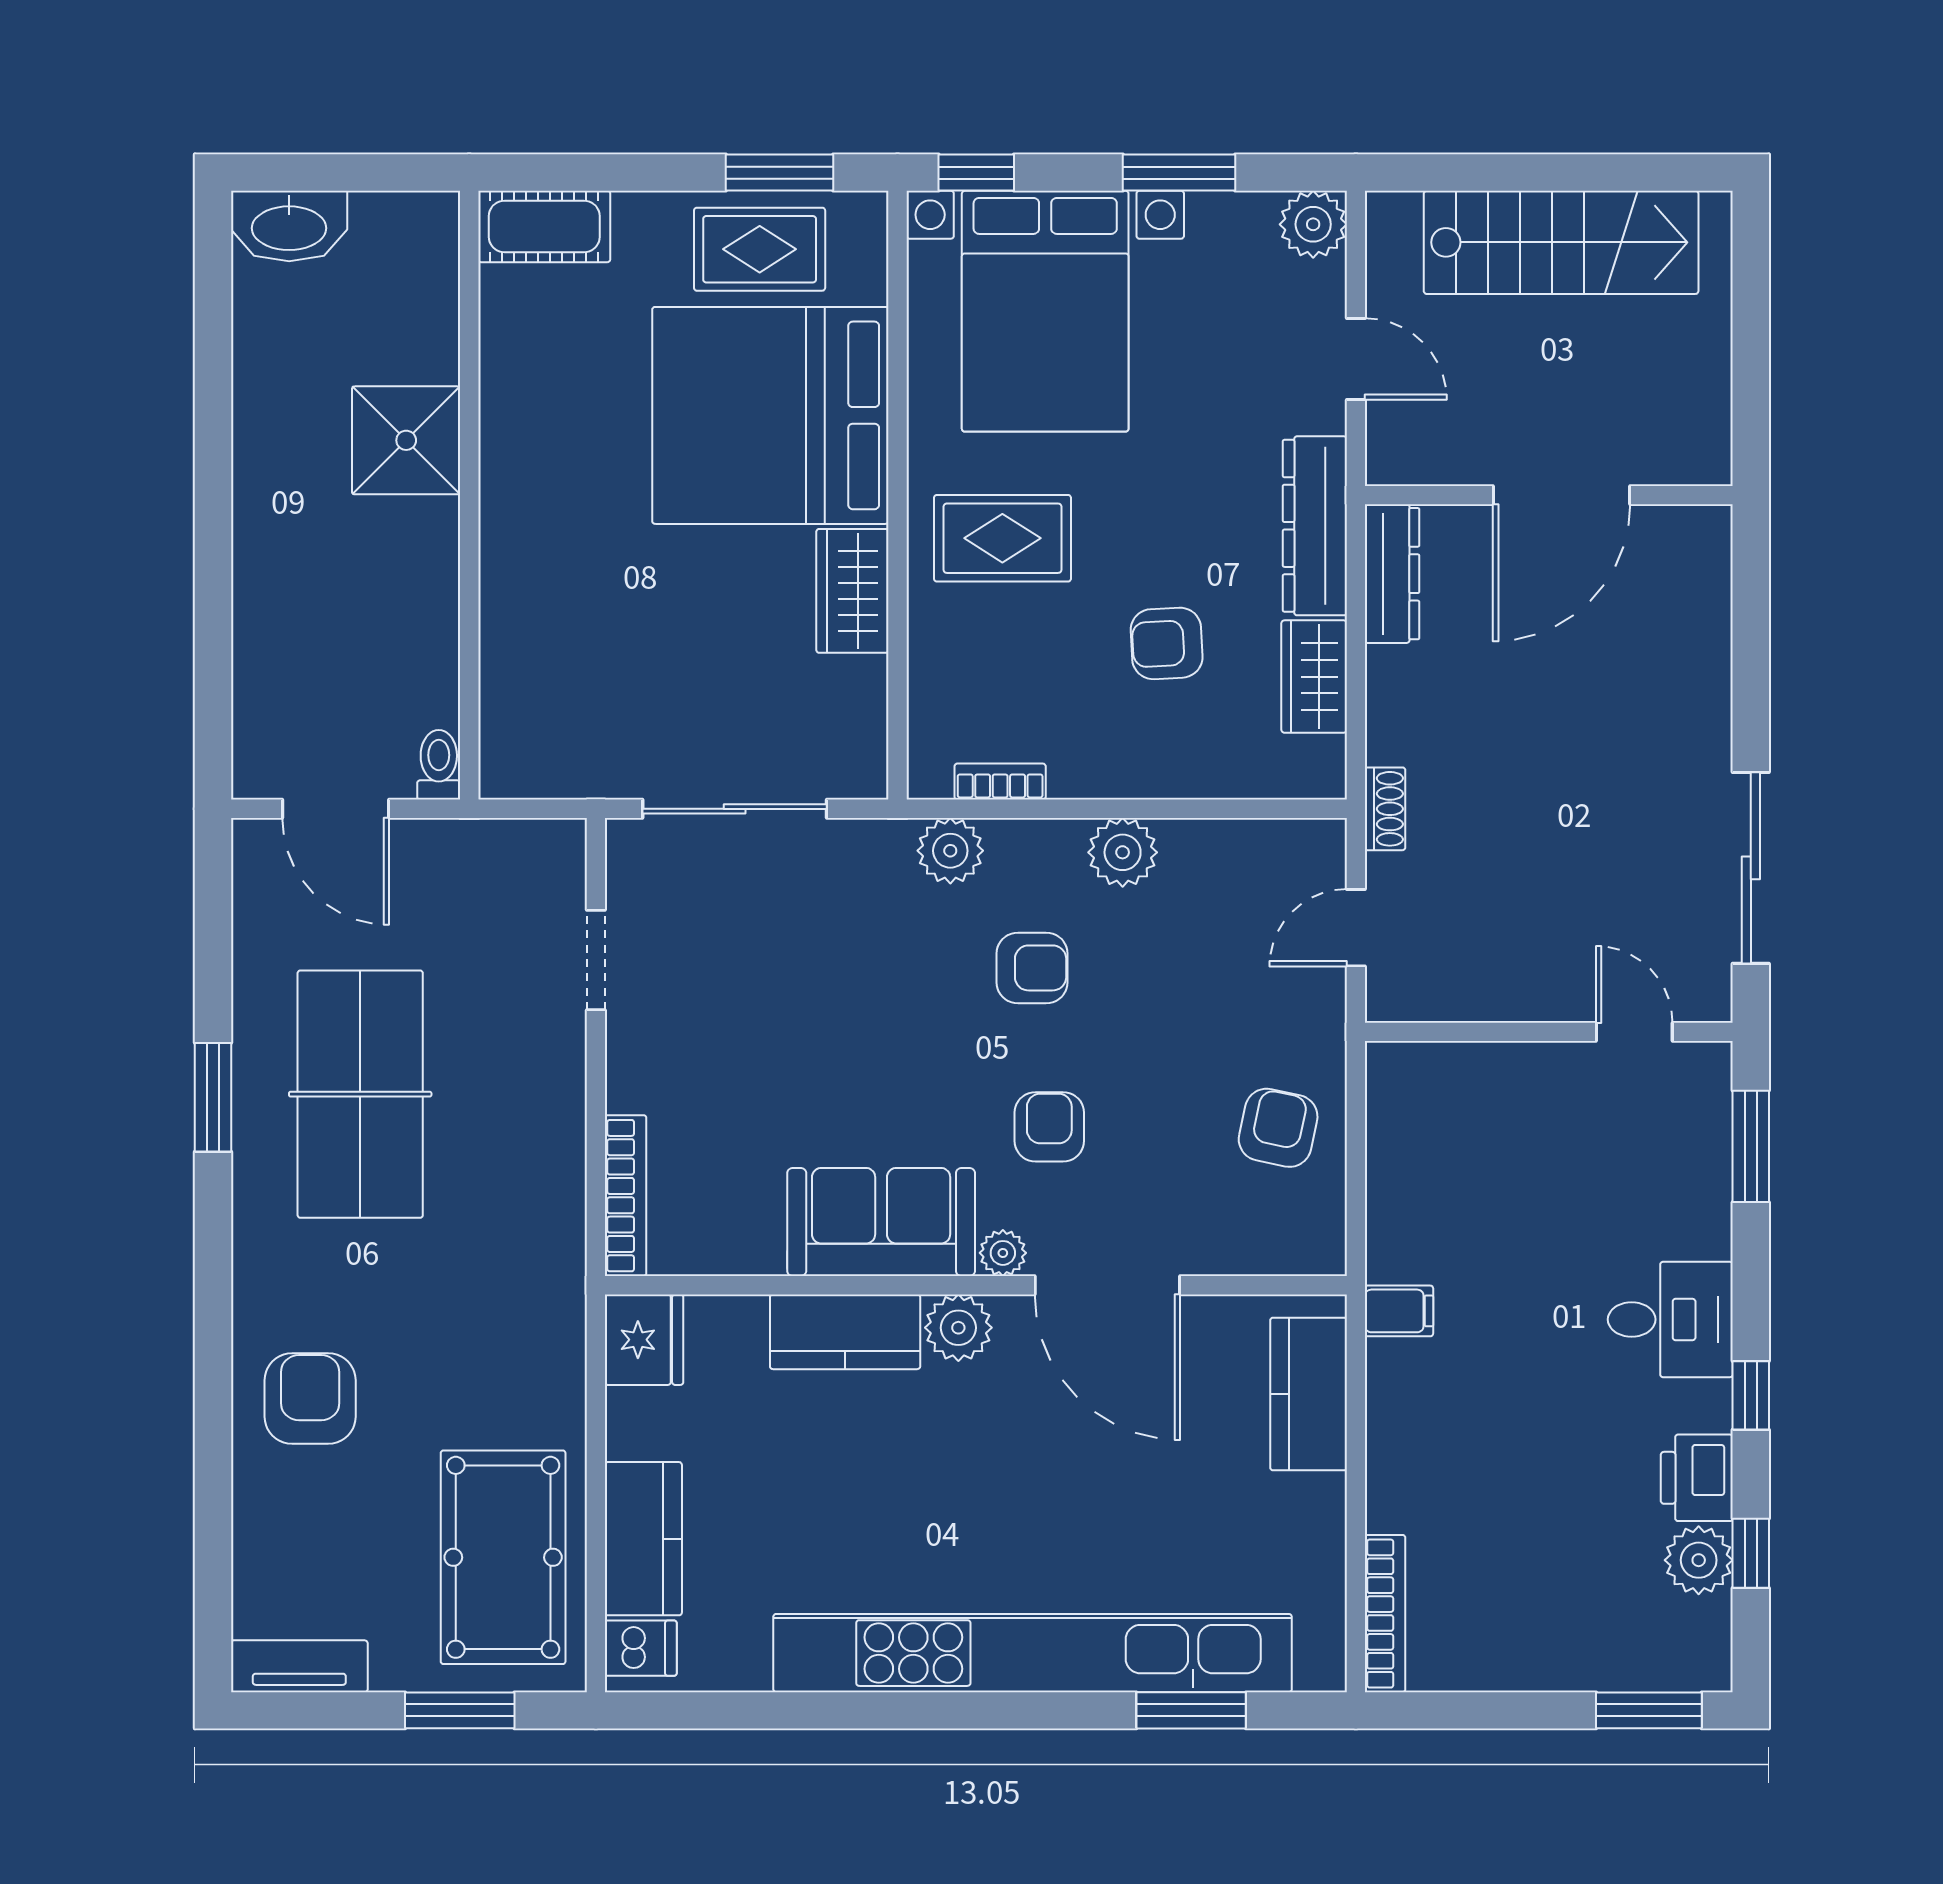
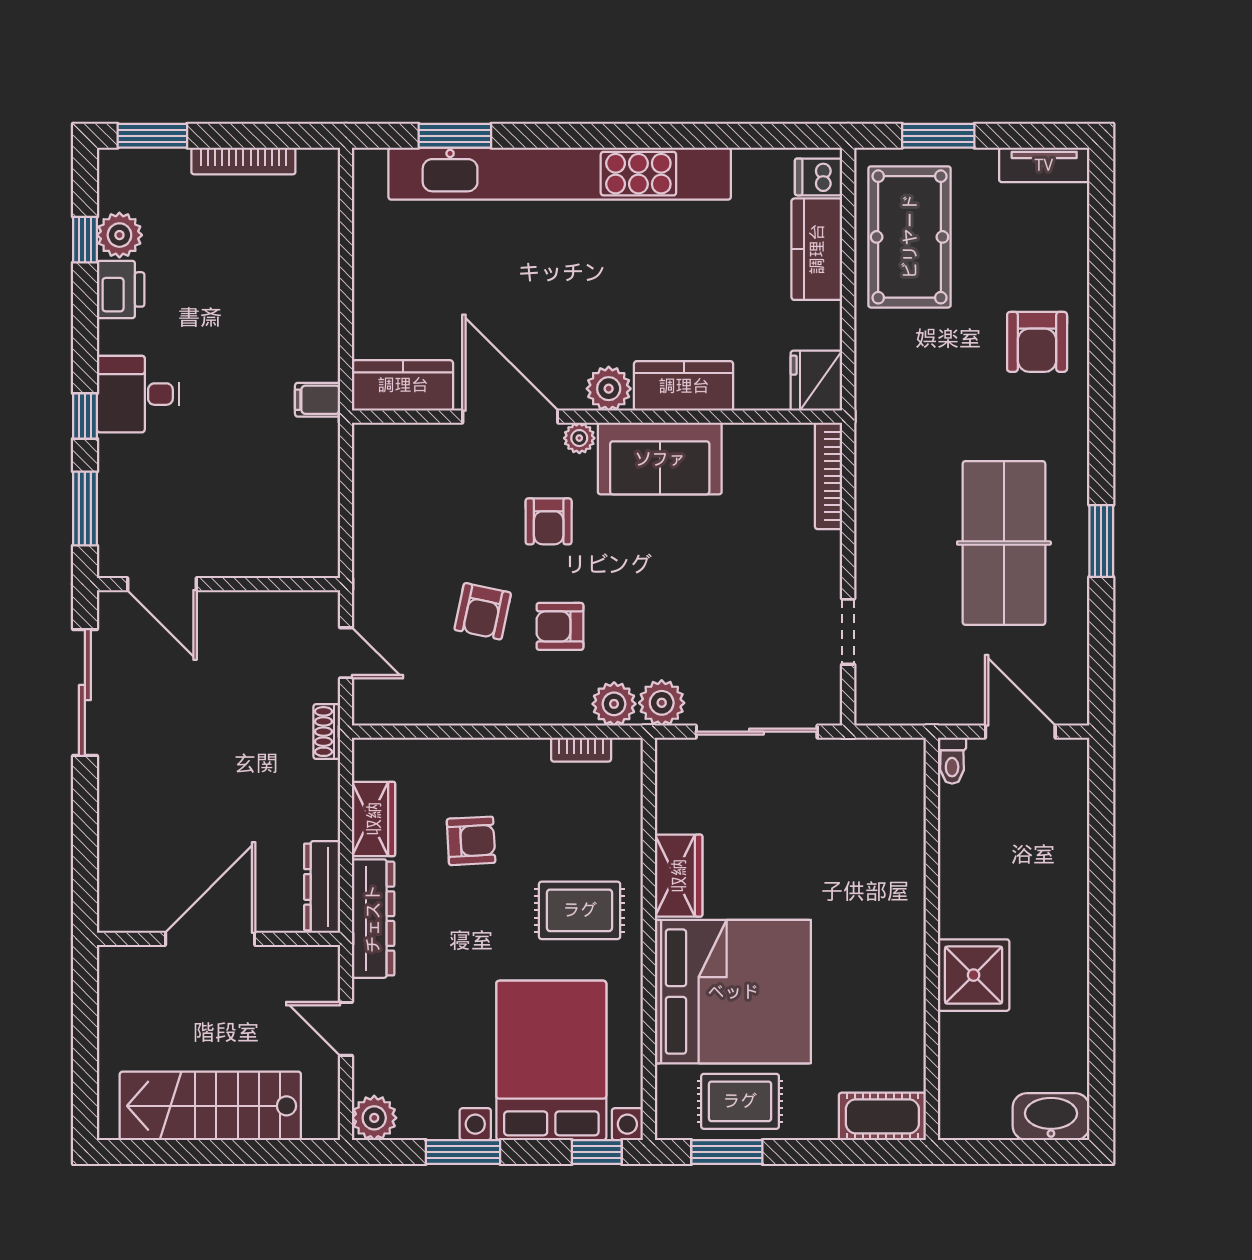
plant: (1123, 852) -> (662, 703), moved
door: (1356, 928) -> (346, 653), hinge flipped
door: (1634, 1032) -> (162, 584), width x1.38
armchair: (1278, 1128) -> (483, 611), moved
kitchen counter: (1309, 1394) -> (403, 385), moved, turned -90
window: (1751, 1395) -> (85, 416), moved
bookcase: (1385, 1614) -> (243, 161), moved, turned -90

